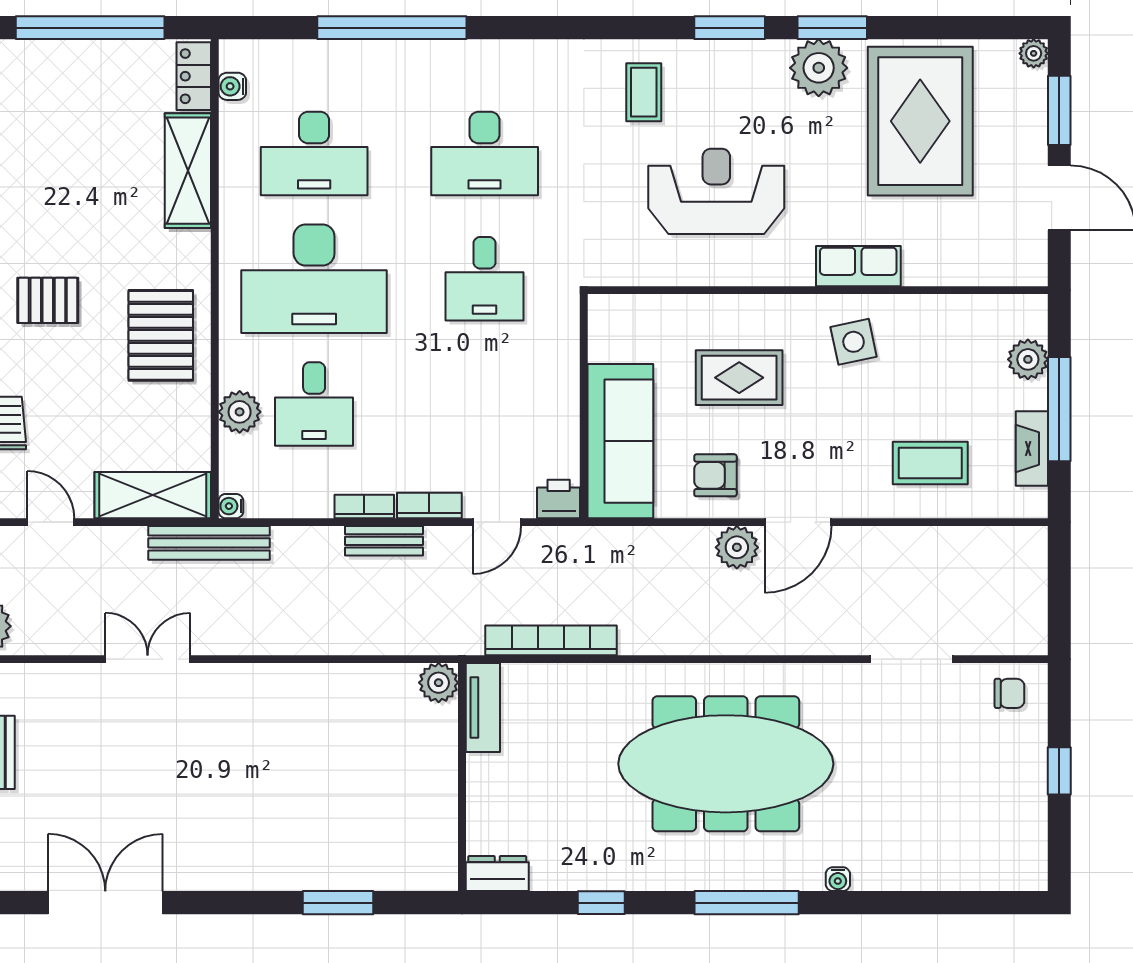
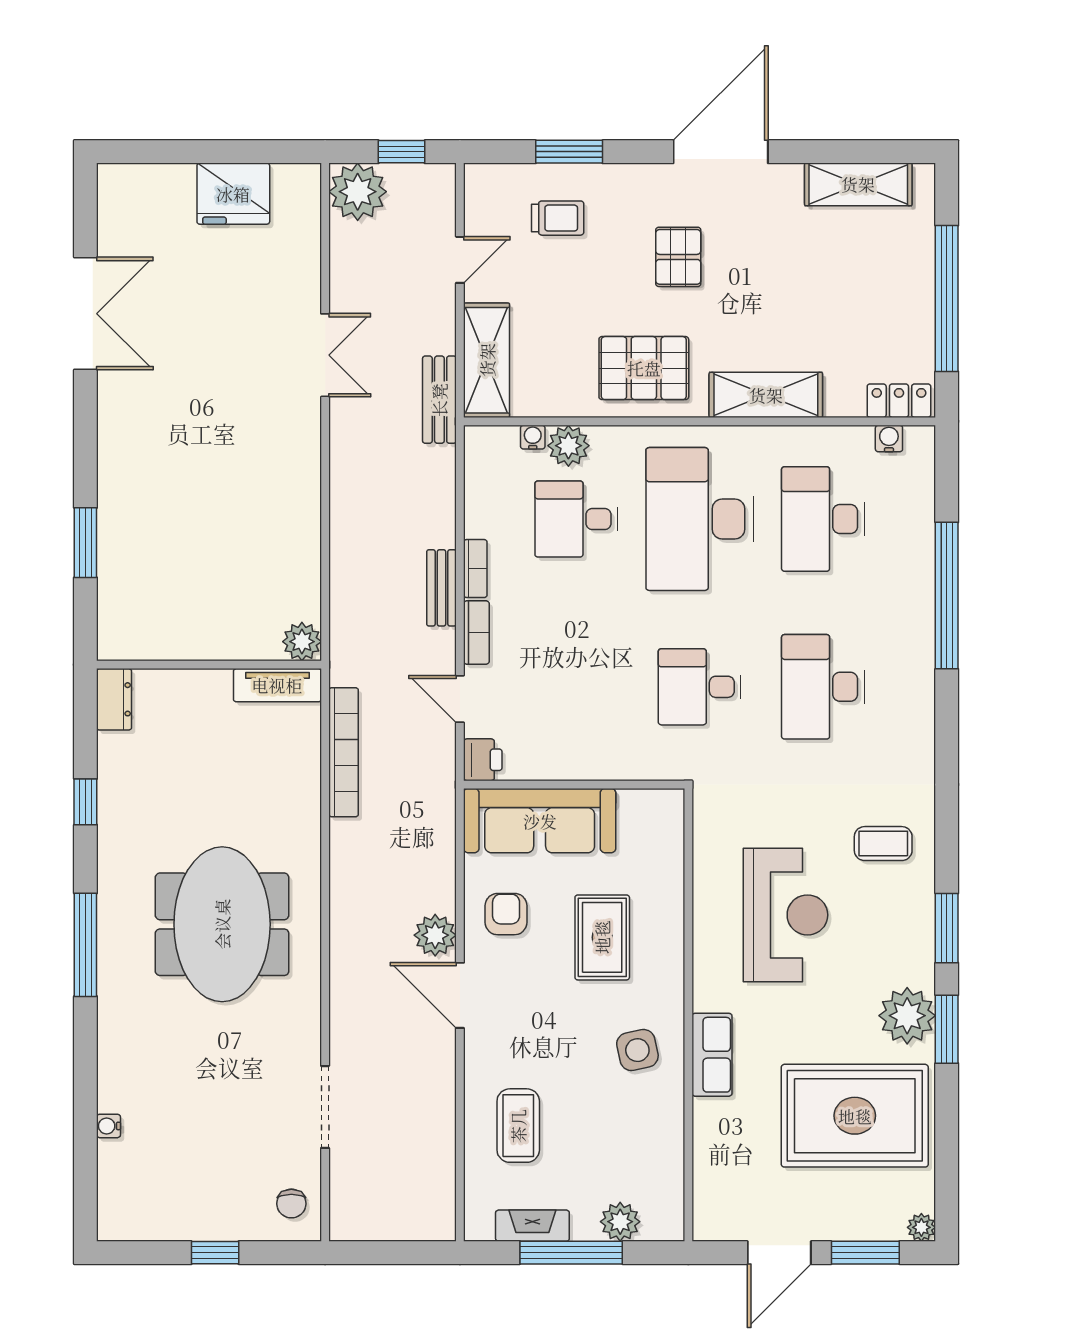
shelving: (188, 171) -> (766, 395), moved
water cooler: (231, 506) -> (533, 437), moved
bench: (209, 543) -> (439, 400), width x0.73
meeting table: (726, 764) -> (222, 924), width x0.73
water cooler: (838, 879) -> (109, 1126), moved

